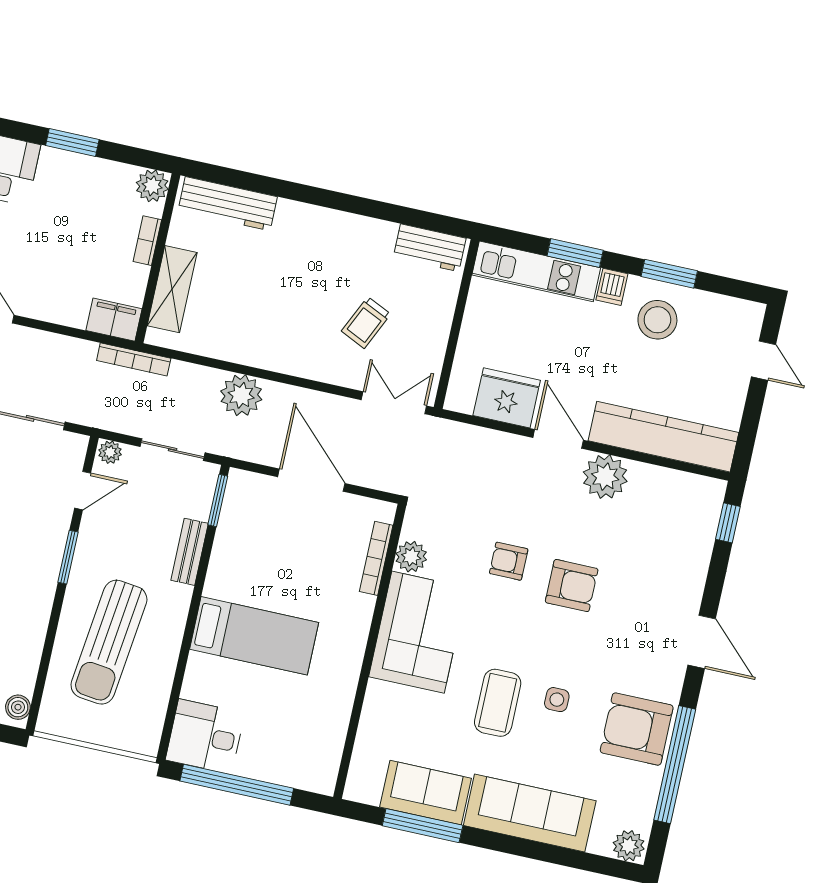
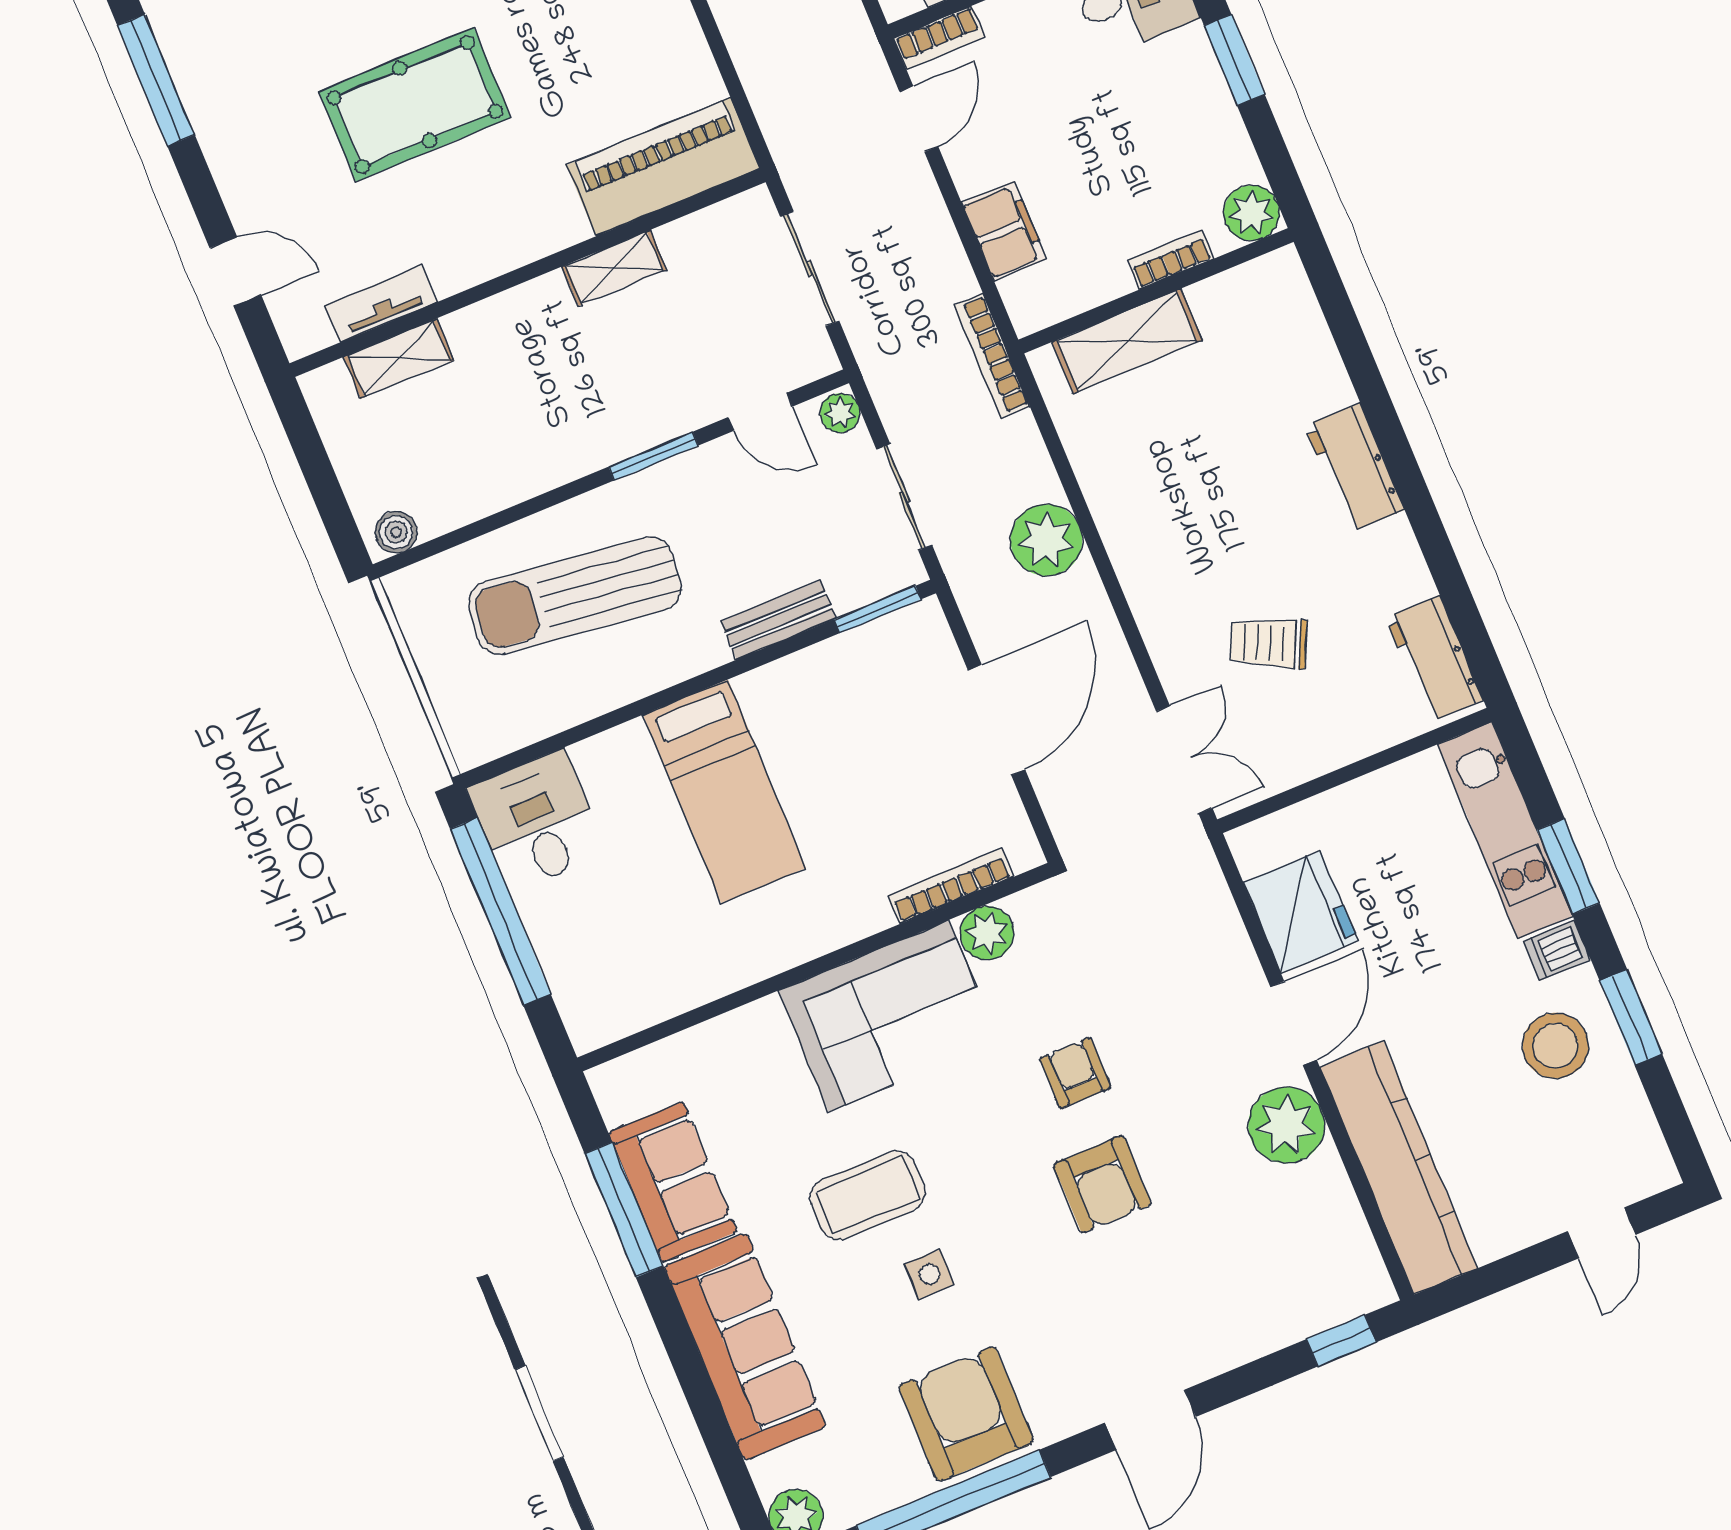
workbench: (228, 204) -> (1355, 468), moved, width x0.73
filing cabinet: (114, 320) -> (1004, 231), moved

